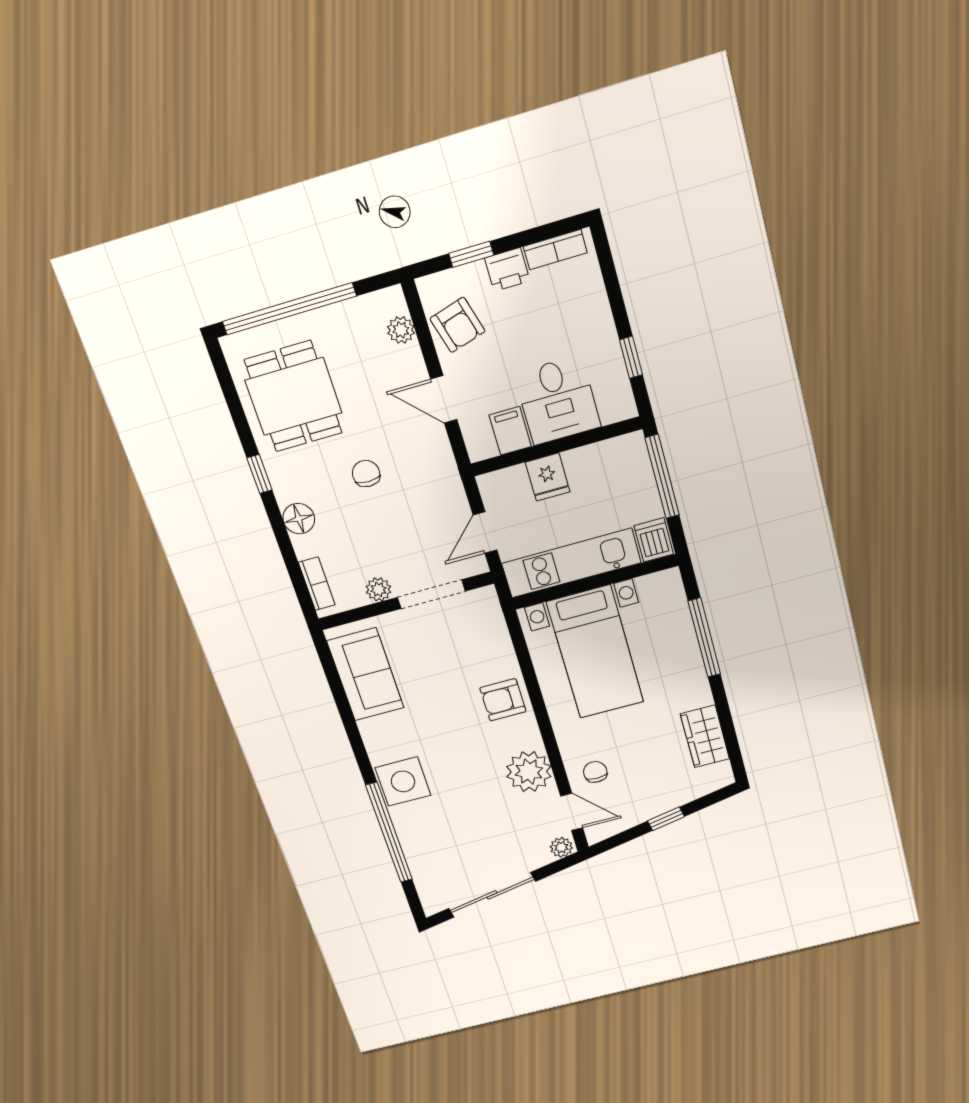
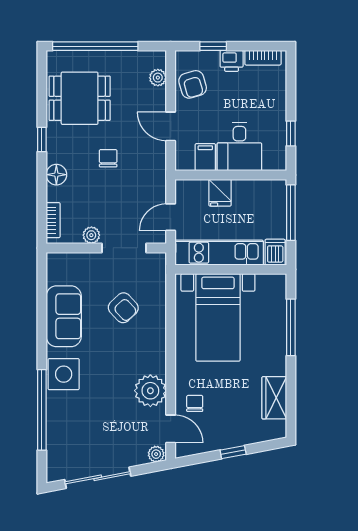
dining table: (293, 396) -> (80, 98), turned 90
sofa: (365, 675) -> (64, 316), moved
armchair: (503, 700) -> (123, 308), moved, turned -133

